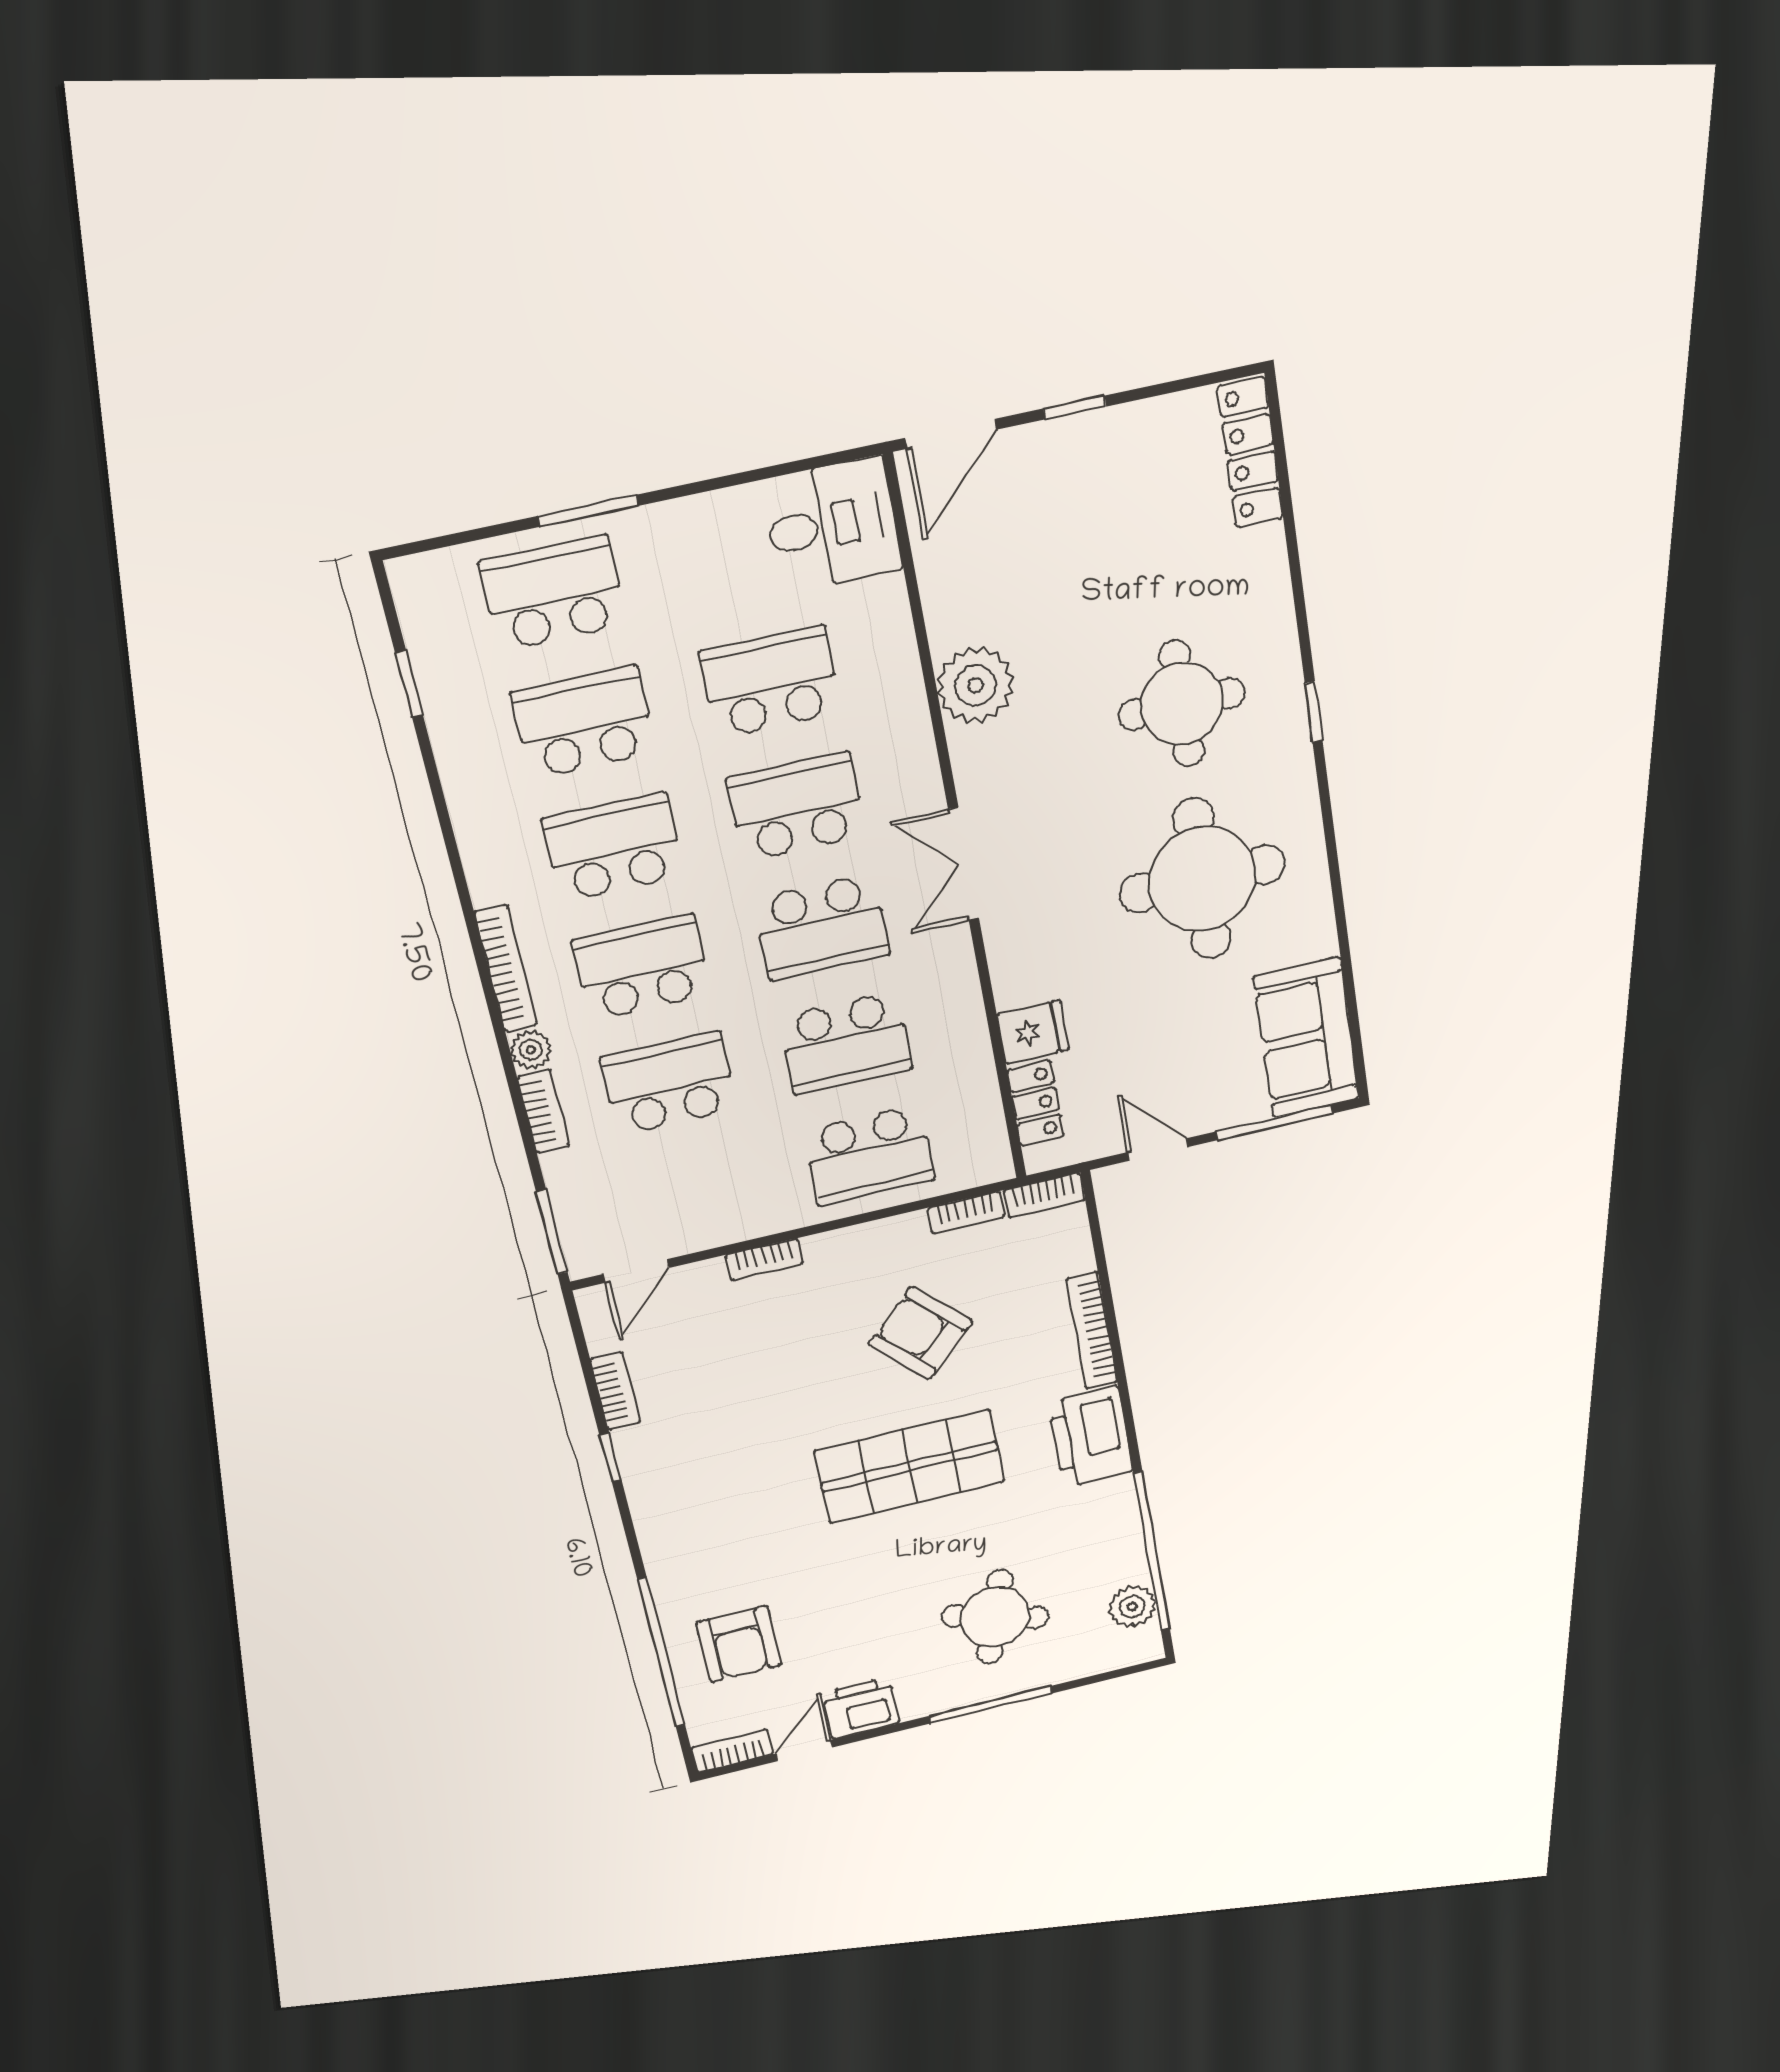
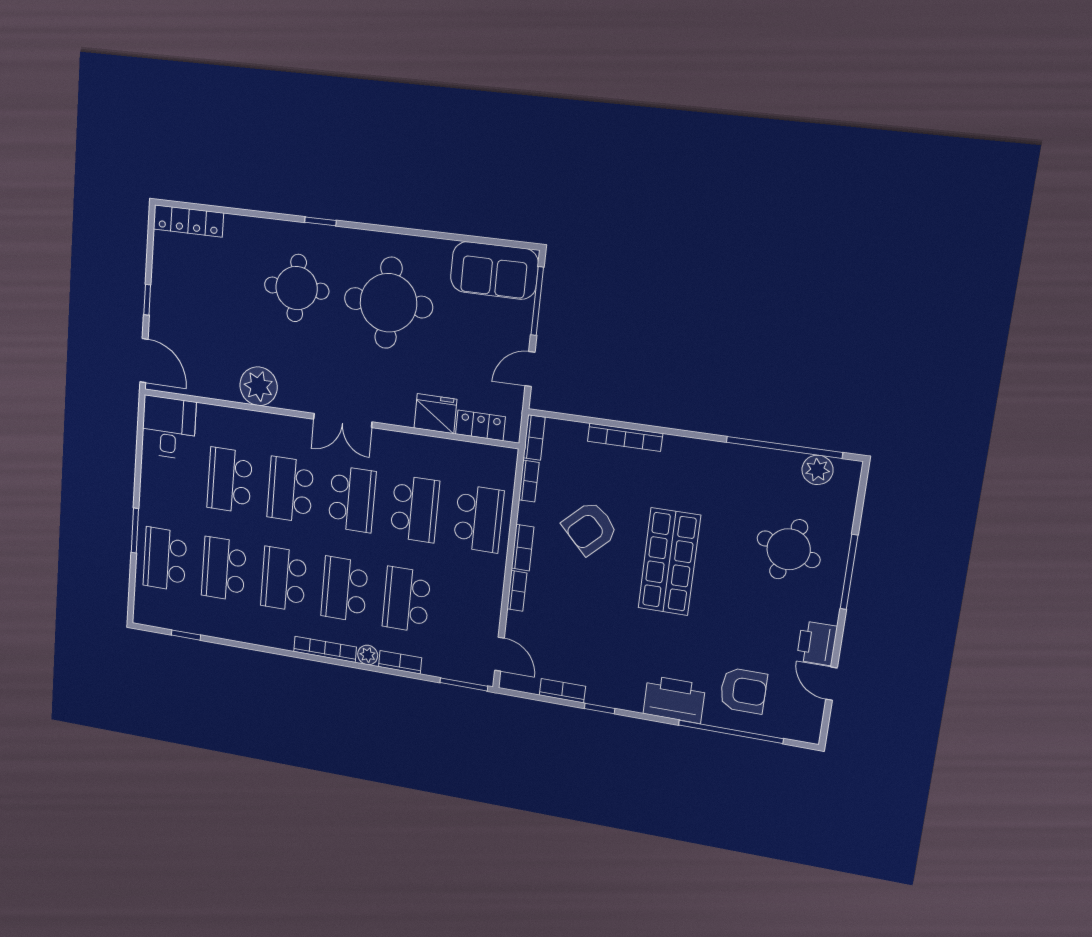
fridge: (1033, 1032) -> (435, 414), width x1.38
printer: (1091, 1437) -> (674, 699), moved, turned 180
bookcase: (732, 1751) -> (523, 548), moved, turned 180

